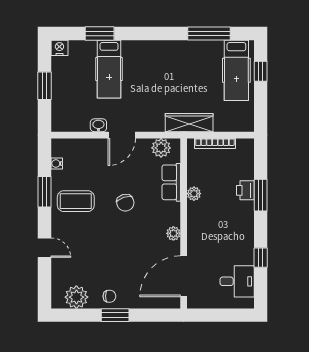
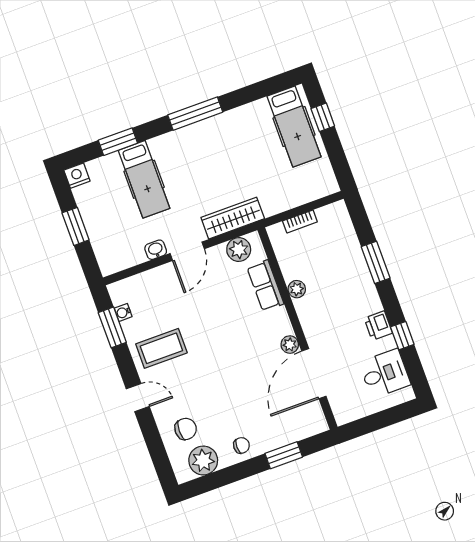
window: (209, 33) -> (195, 114), moved
wardrobe: (189, 123) -> (233, 218), moved
bookcase: (215, 144) -> (300, 221), width x0.64
printer: (245, 190) -> (378, 326), moved
window: (44, 192) -> (112, 327), moved
chair: (125, 203) -> (186, 429), moved, turned -72
door: (44, 248) -> (138, 398), moved
door: (184, 276) -> (314, 374), moved
window: (115, 315) -> (284, 455), moved

